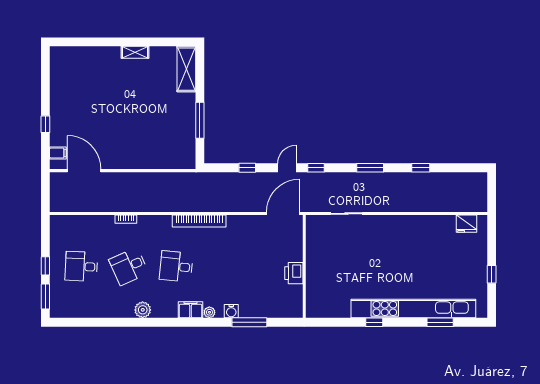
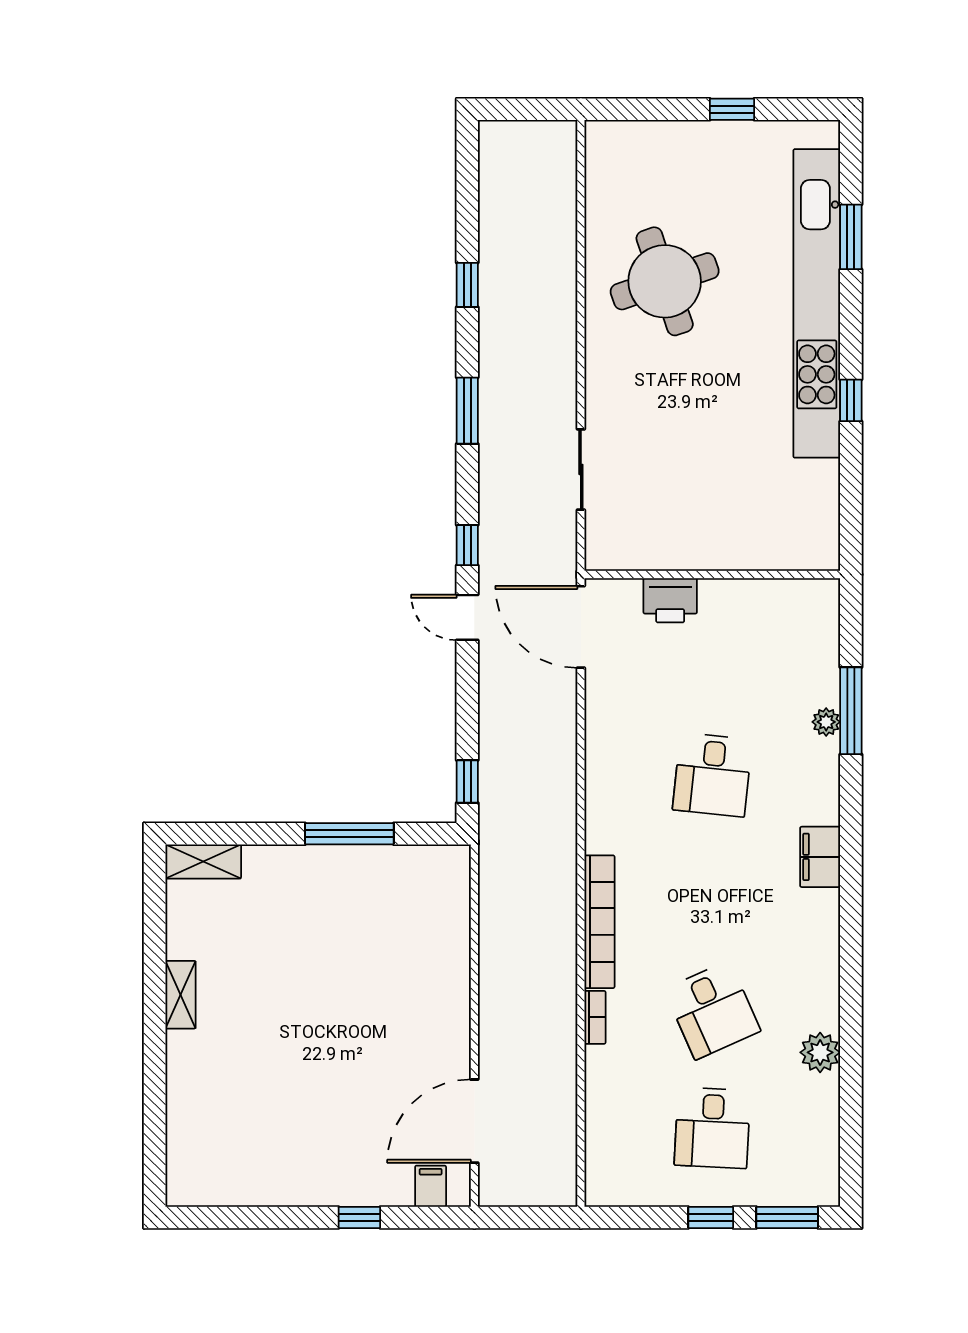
shelving: (186, 69) -> (203, 862), width x0.67, depth x0.75
window: (247, 168) -> (467, 782), moved
bookcase: (199, 221) -> (600, 922), moved
fridge: (466, 224) -> (606, 172), removed
round table: (422, 247) -> (665, 281), added
desk: (176, 266) -> (712, 775), moved
printer: (294, 273) -> (670, 600), moved
plant: (143, 310) -> (820, 1052), moved
water cooler: (231, 311) -> (823, 756), removed
plant: (209, 312) -> (826, 722), moved

